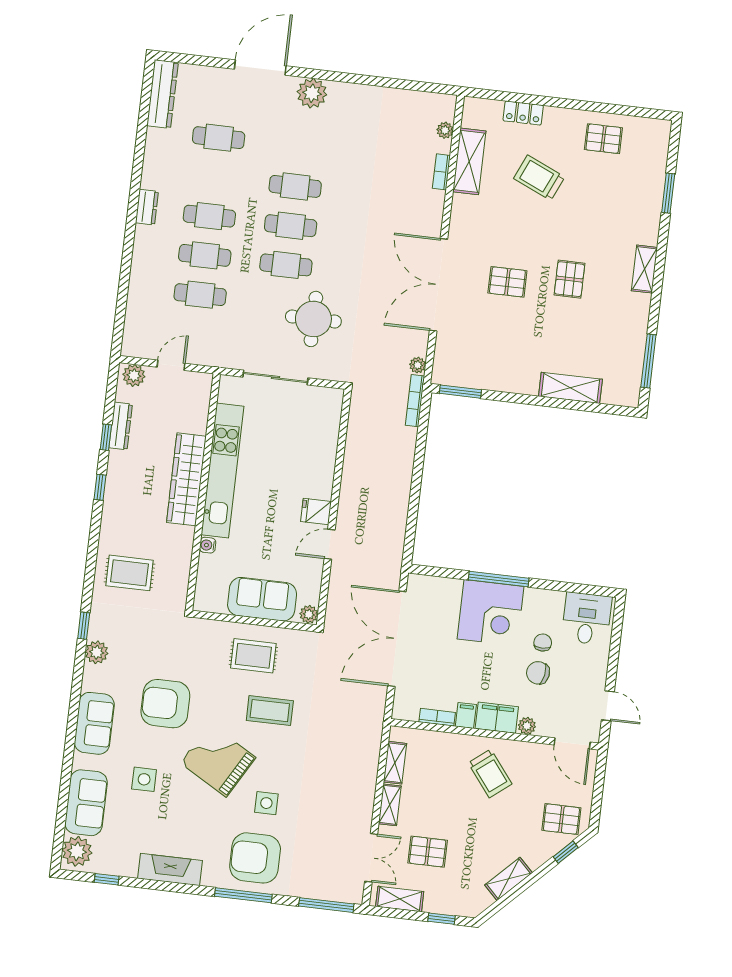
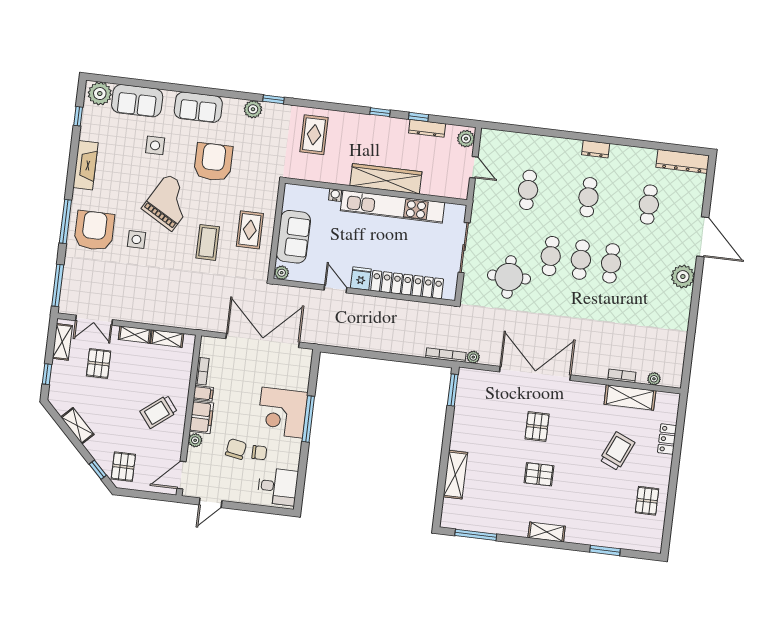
cafe table: (205, 255) -> (558, 194), removed
locker: (324, 451) -> (407, 285), added

